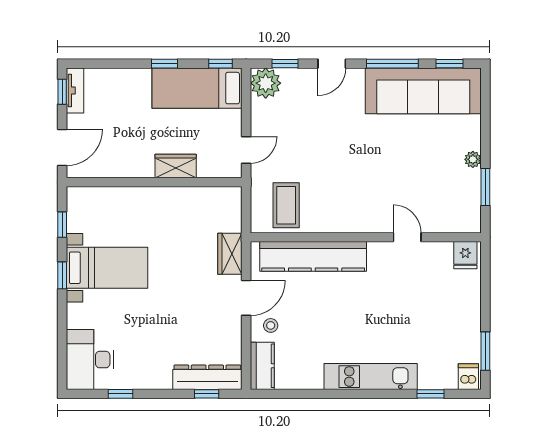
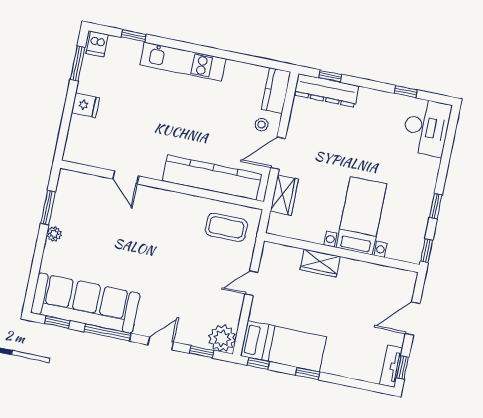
wardrobe: (176, 166) -> (320, 263), moved
wall: (154, 182) -> (342, 253), moved
coffee table: (286, 205) -> (226, 227), turned 90
fridge: (465, 255) -> (85, 105), moved, turned 90
bed with nightstands: (107, 268) -> (361, 216), moved, turned 90

